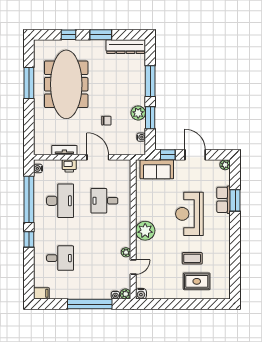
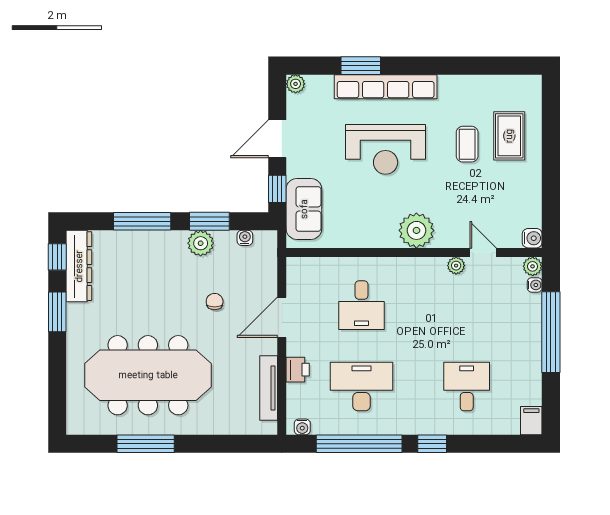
window: (68, 35) -> (57, 257), moved
tv unit: (64, 150) -> (269, 388), width x1.41
row of seats: (224, 200) -> (386, 87), width x2.02

